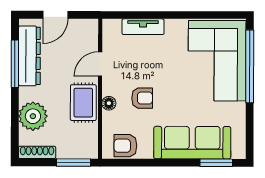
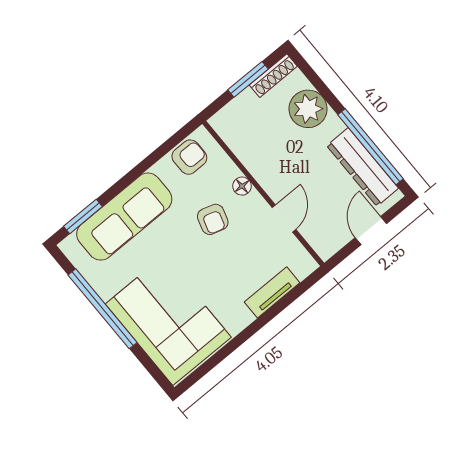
window: (15, 64) -> (371, 147), width x1.46
window: (250, 66) -> (102, 309), moved
armchair: (142, 98) -> (213, 219), turned -73
rug: (83, 103) -> (268, 165), removed
window: (73, 163) -> (248, 79), moved

